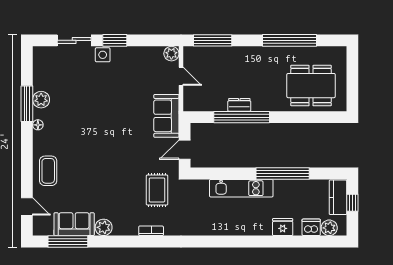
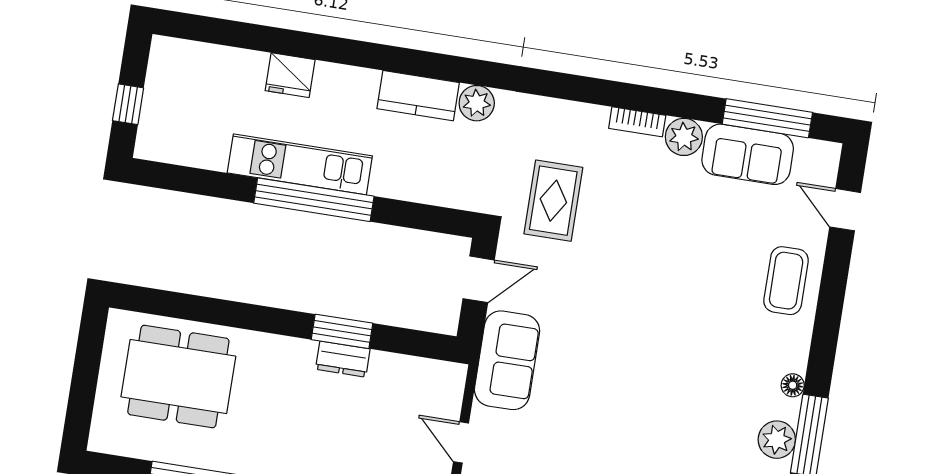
window: (242, 117) -> (342, 331), width x0.47
window: (283, 174) -> (314, 200), moved
kitchen unit: (241, 188) -> (300, 164), moved
kitchen counter: (338, 197) -> (418, 96), moved, turned 90
dishwasher: (311, 227) -> (227, 65), removed
plant: (329, 228) -> (477, 103), moved
bookcase: (151, 231) -> (637, 122), moved

